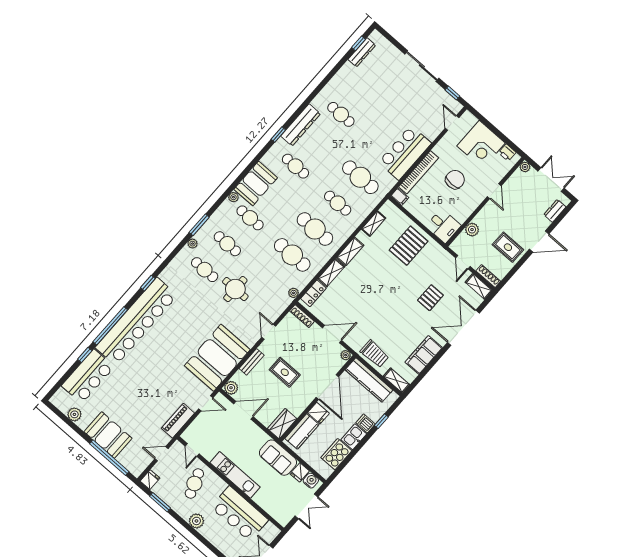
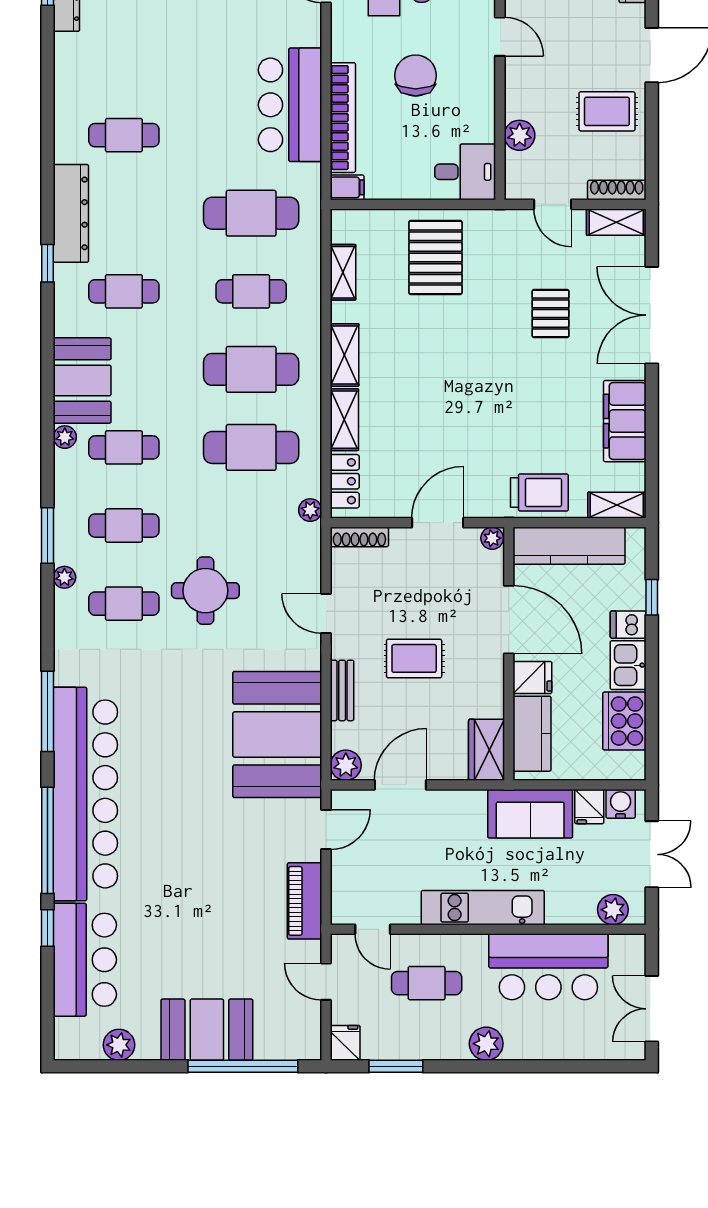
window: (148, 283) -> (48, 711), width x2.17
door: (161, 454) -> (326, 982), hinge flipped
cafe table: (194, 484) -> (427, 983), turned -70
plant: (277, 513) -> (613, 910), added

